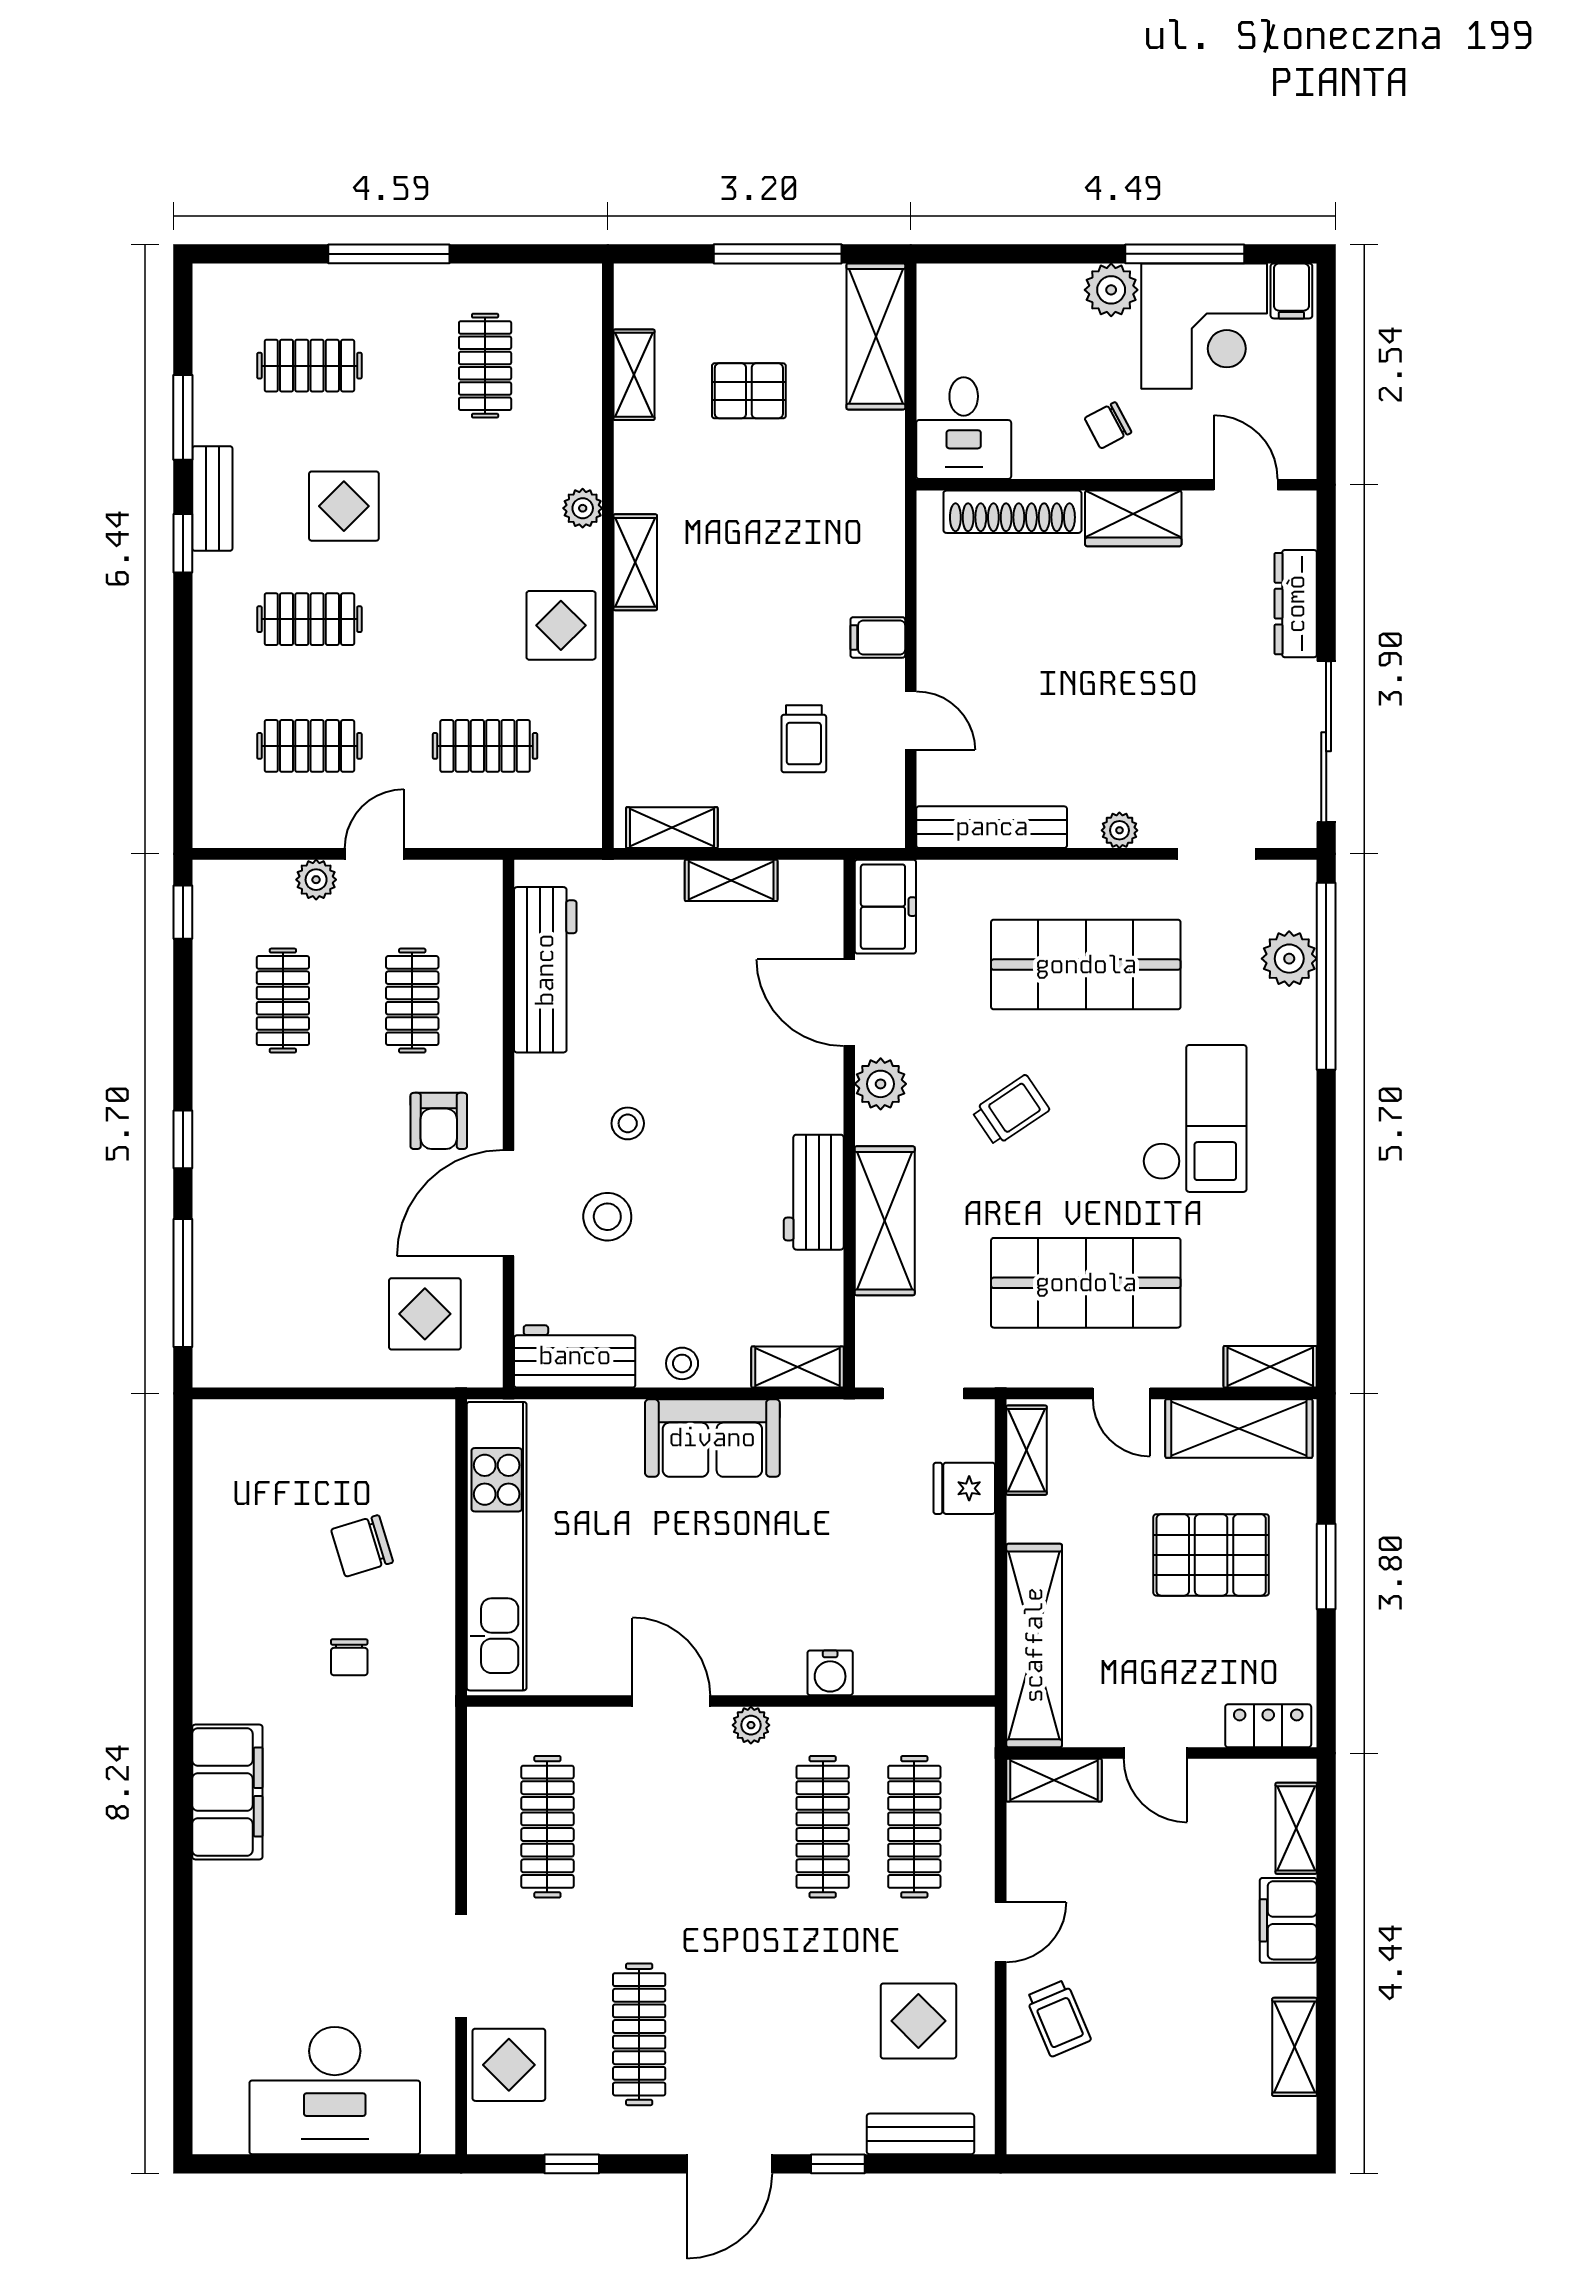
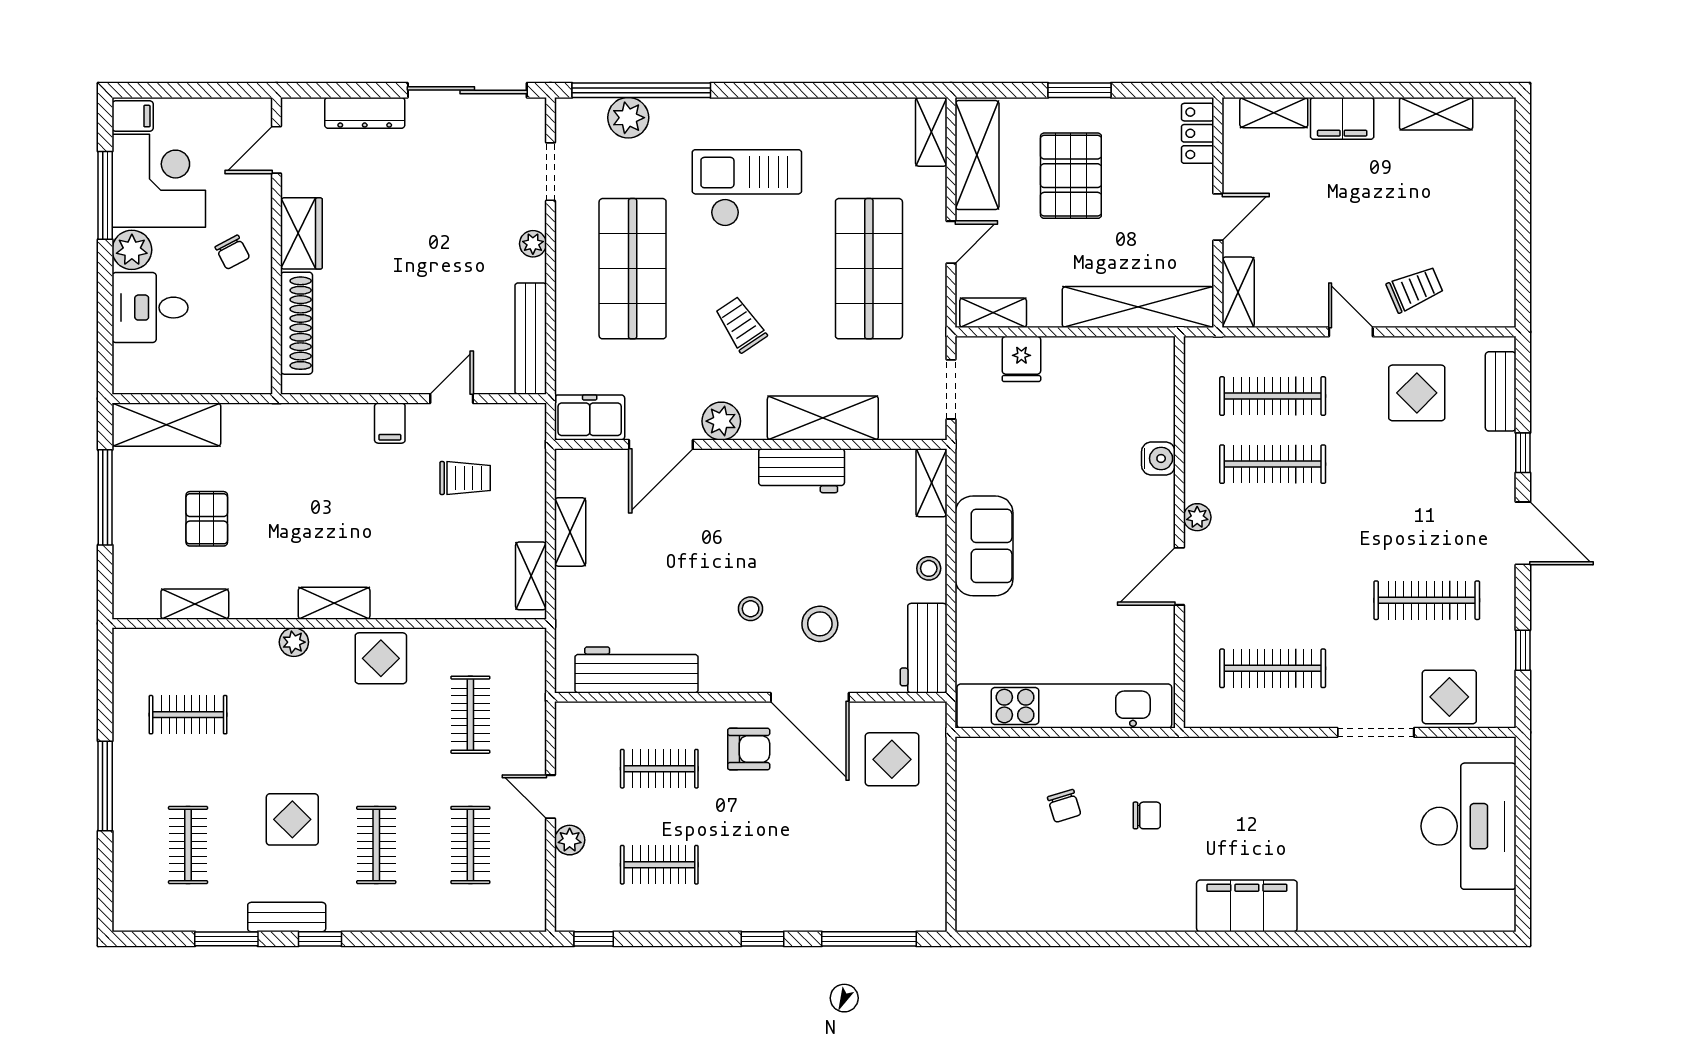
desk: (964, 428) -> (150, 308), moved, turned 180
chair: (362, 1546) -> (1064, 806), width x0.73, depth x0.73

